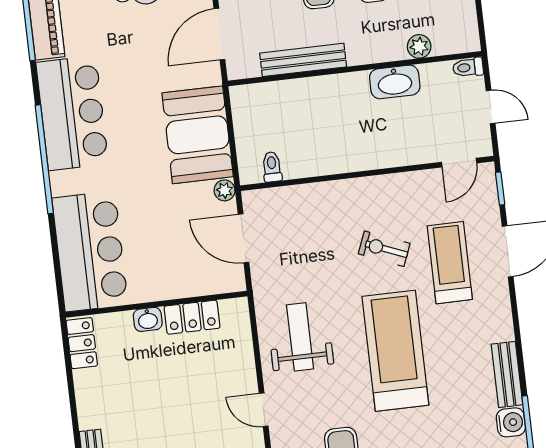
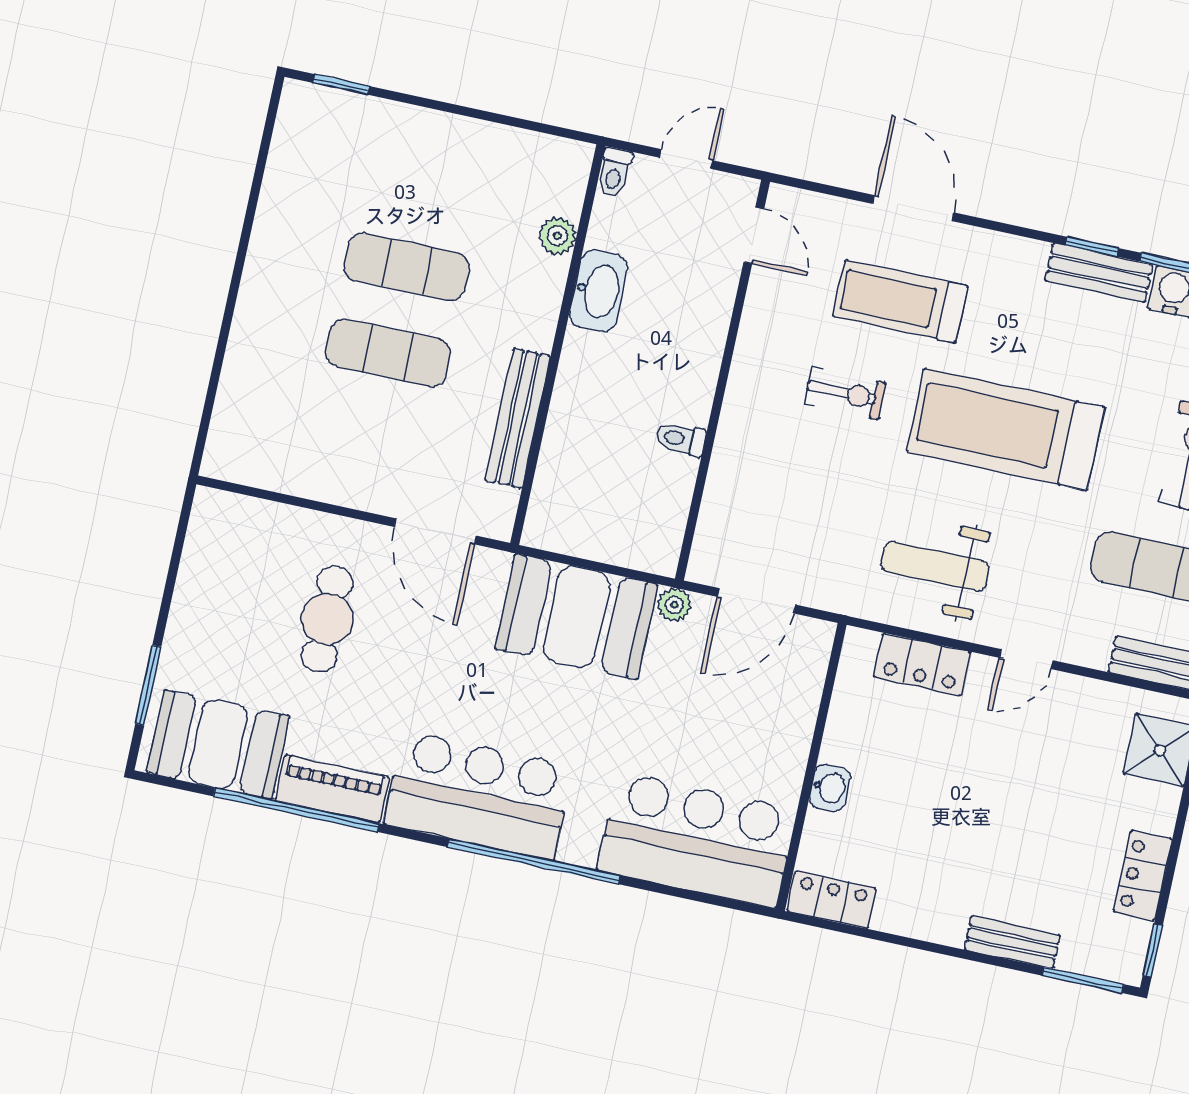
toilet: (272, 167) -> (681, 439), moved
window: (500, 189) -> (1092, 247), moved
exercise bike: (384, 249) -> (845, 393), turned -112
locker: (192, 317) -> (922, 664), moved, turned 90

